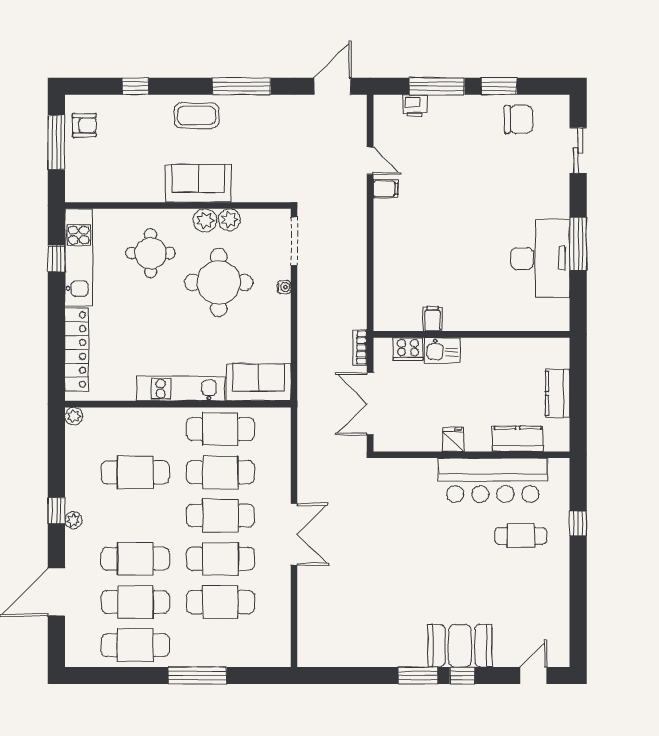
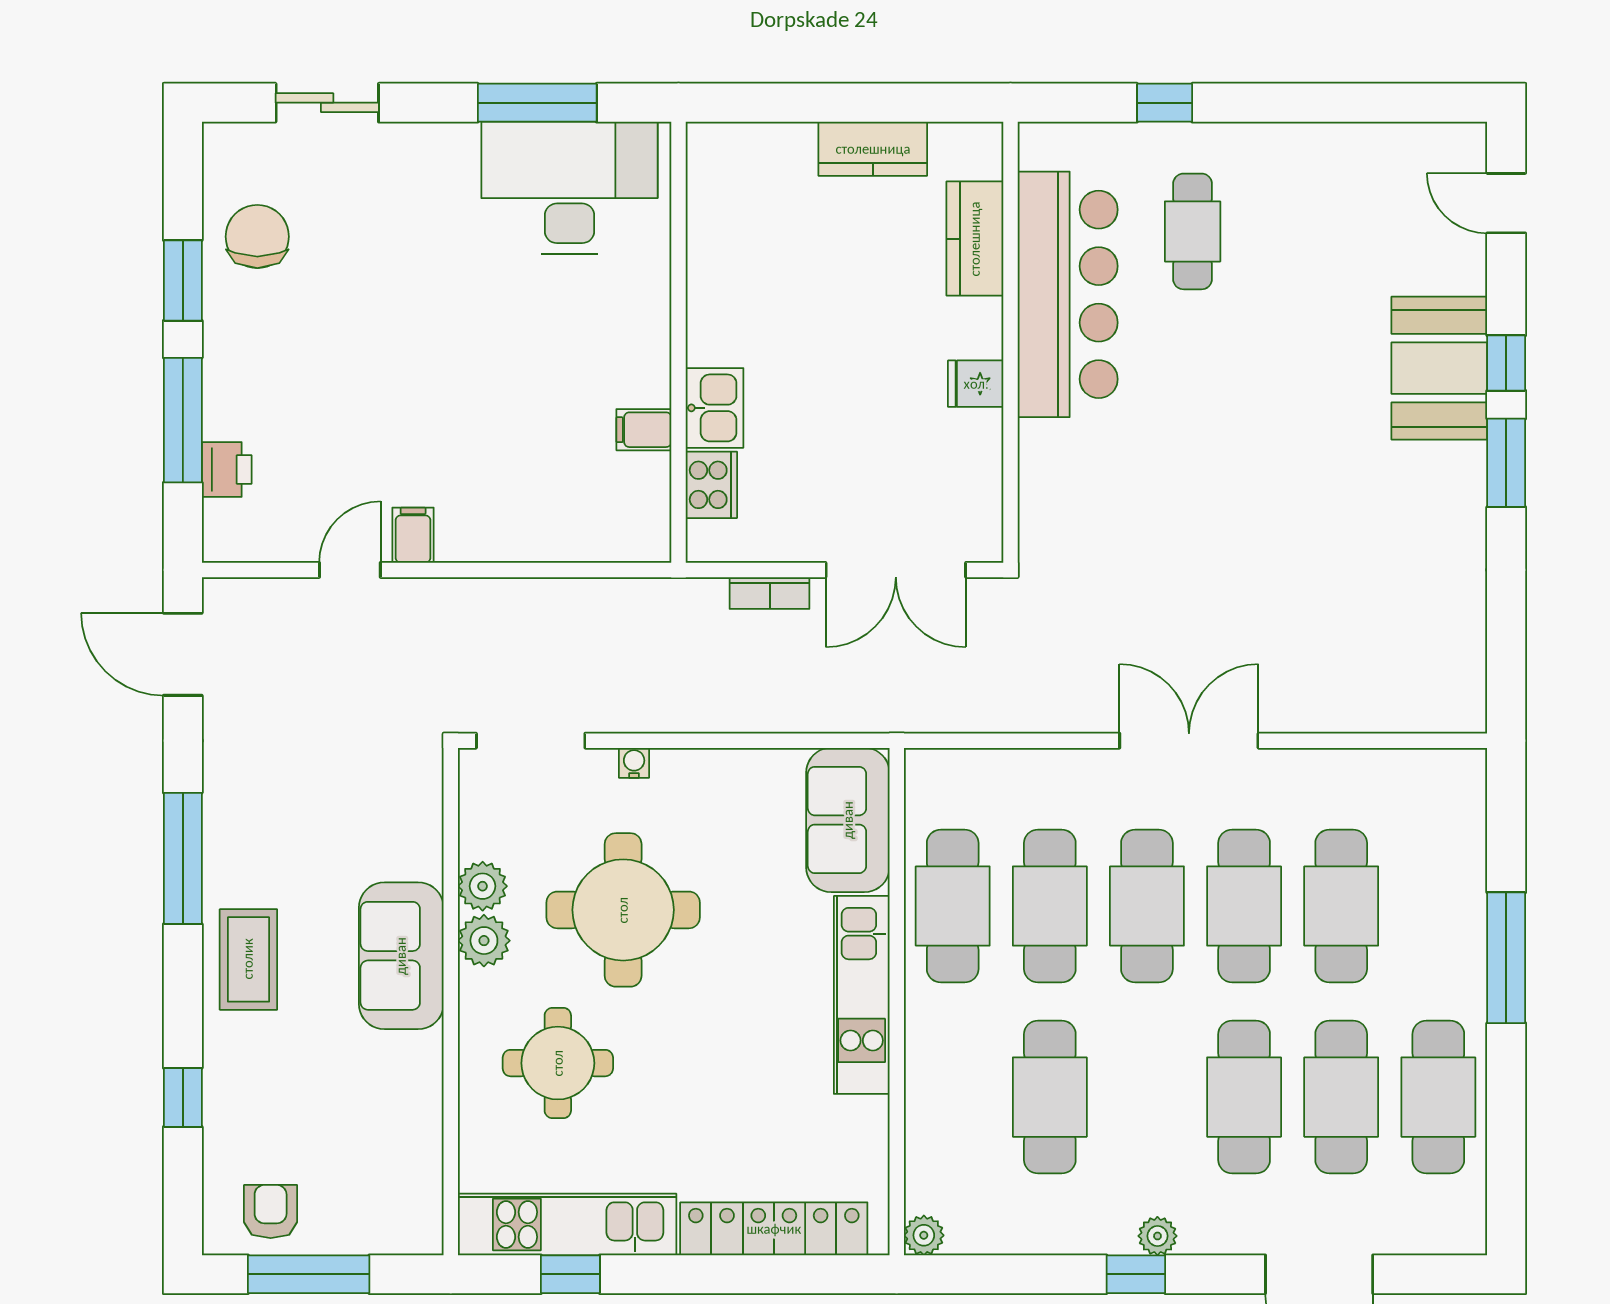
filing cabinet: (433, 319) -> (644, 430), moved
wall: (471, 334) -> (678, 342), moved
cooker: (408, 349) -> (711, 485), moved
kitchen sink: (442, 350) -> (715, 408), moved

